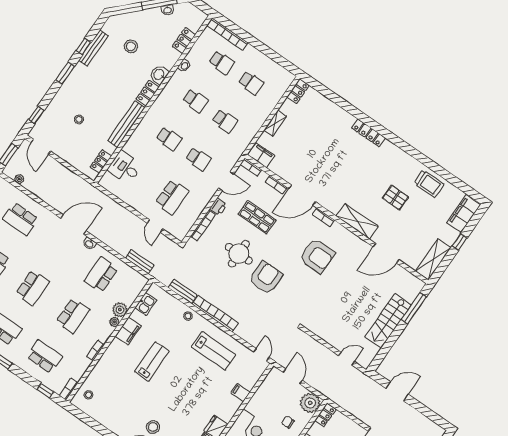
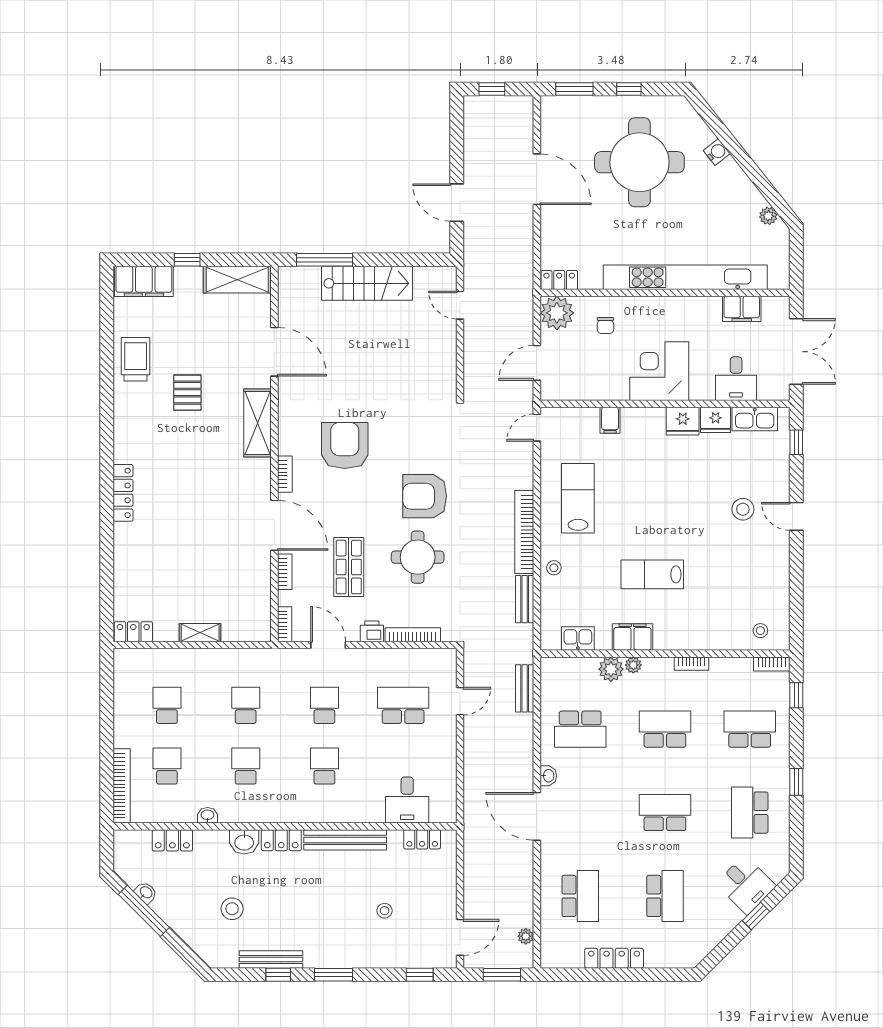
filing cabinet: (261, 155) -> (258, 621), removed
school desk: (44, 357) -> (750, 729), turned 90

